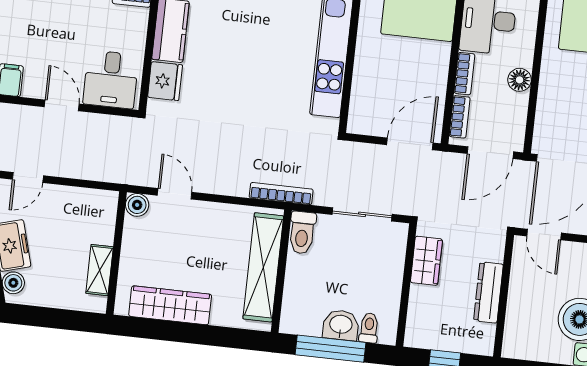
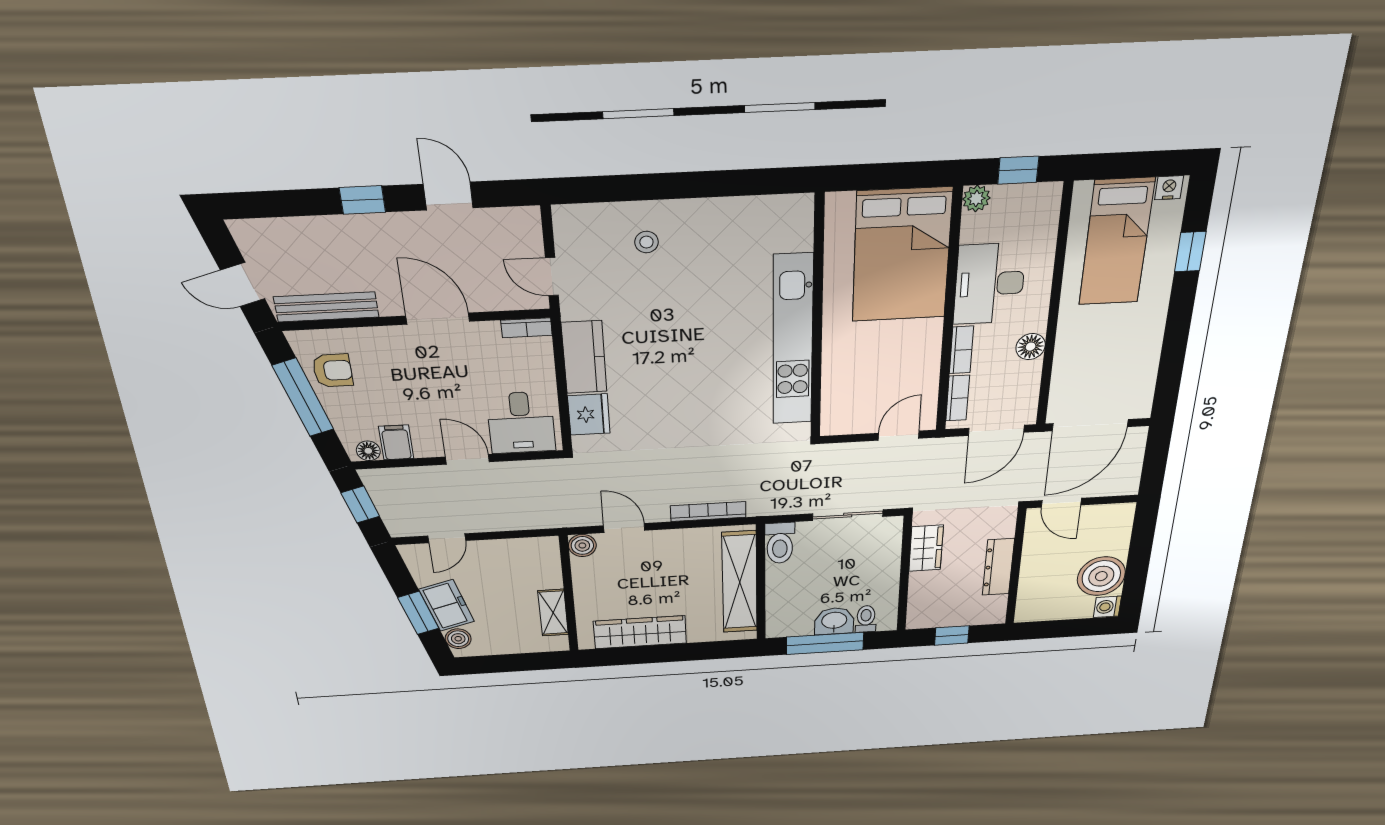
door: (410, 144) -> (899, 436), width x0.73
bookcase: (281, 194) -> (708, 511), moved

